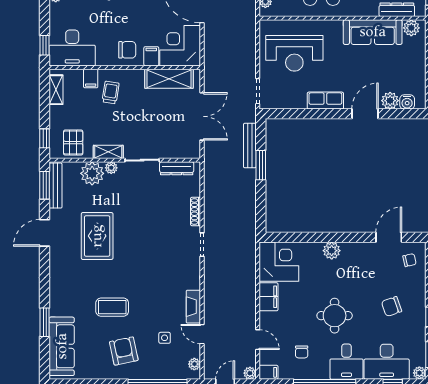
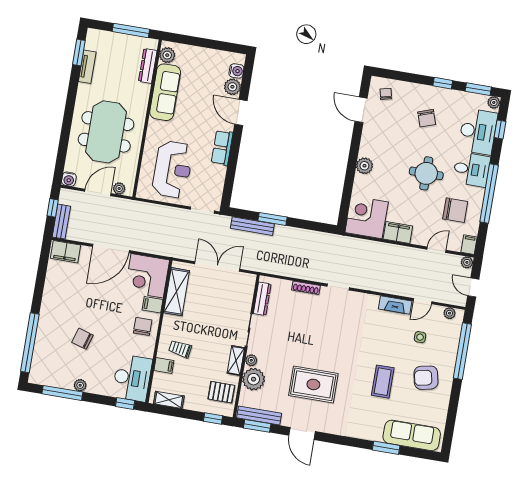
chair: (302, 352) -> (455, 210), width x1.87, depth x1.87

